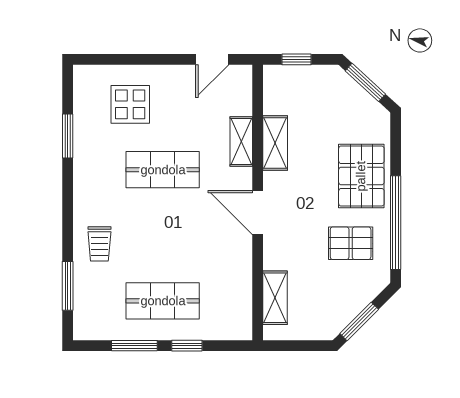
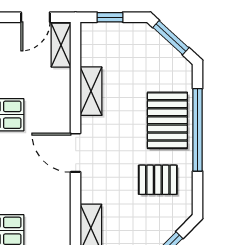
shelving: (241, 142) -> (61, 45), moved
window: (396, 223) -> (198, 130), moved

